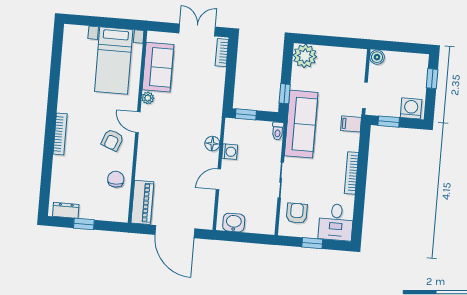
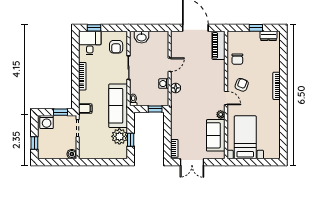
plant: (305, 56) -> (119, 136), moved
window: (285, 94) -> (131, 140), moved
washbasin: (234, 223) -> (142, 37), moved
window: (312, 243) -> (94, 28), moved

